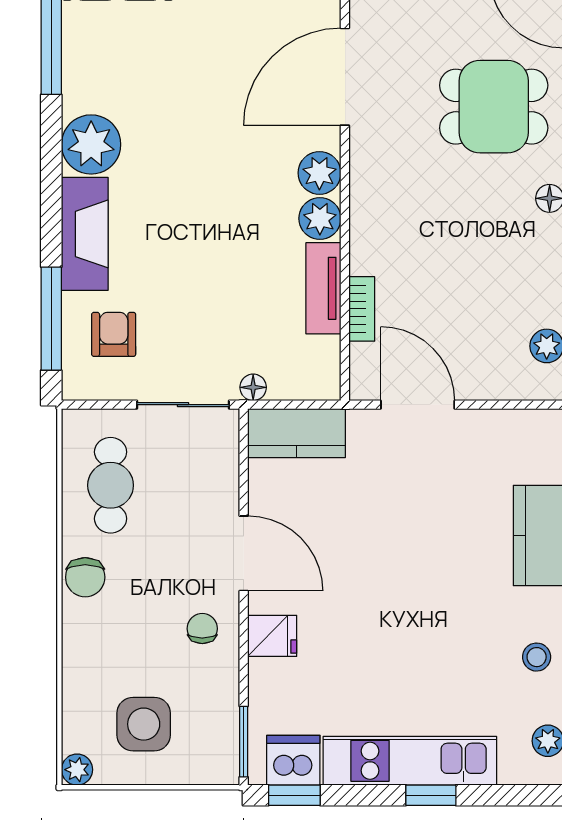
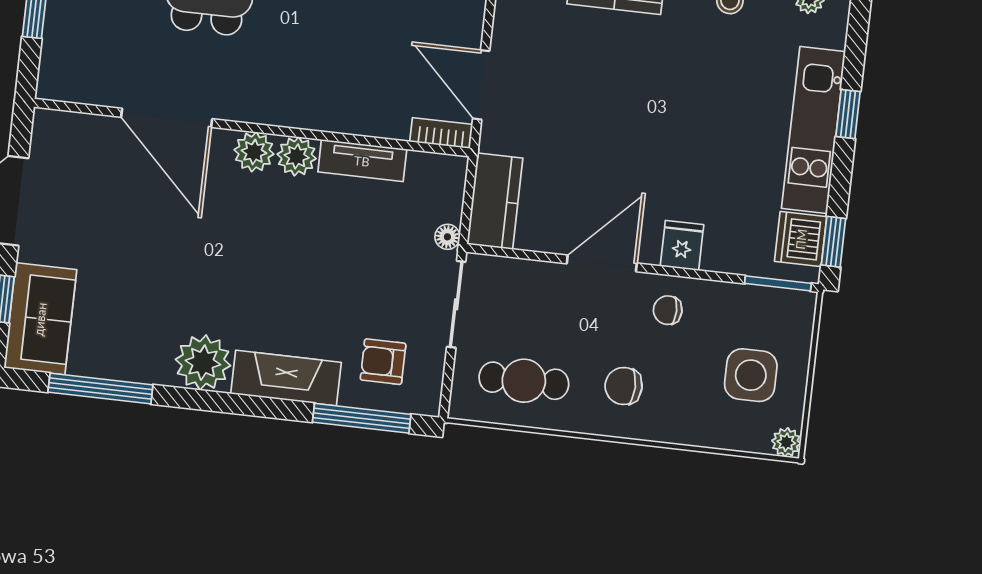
bookcase: (362, 309) -> (441, 133), moved
door: (418, 405) -> (481, 85), hinge flipped
chair: (85, 577) -> (624, 386), moved, turned 180

